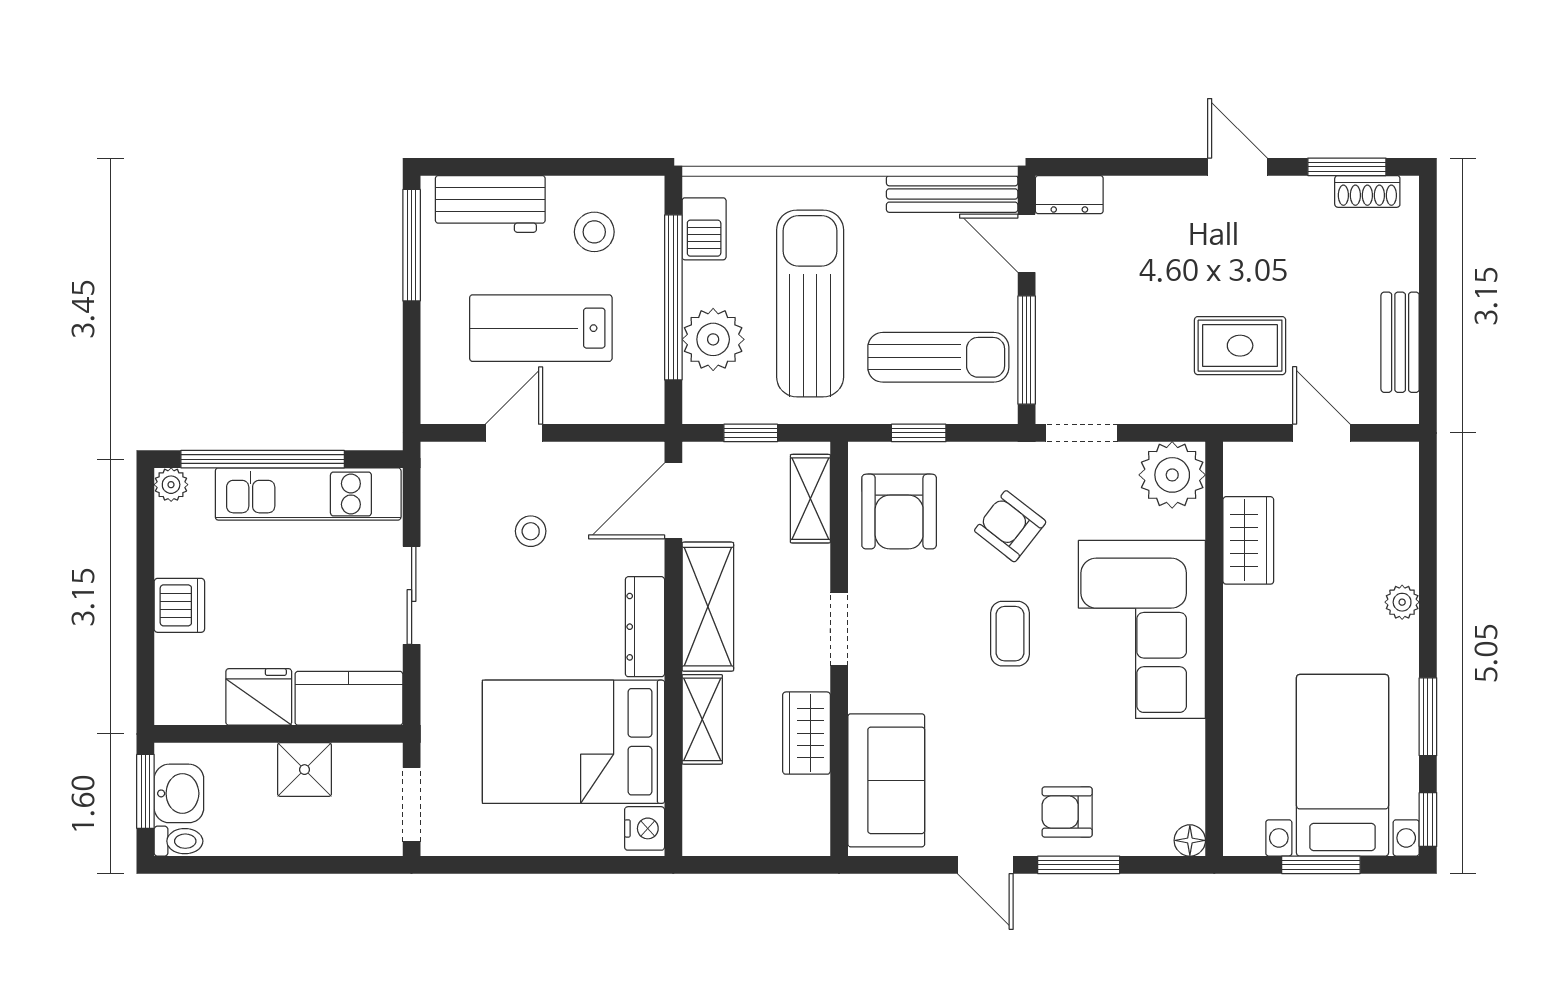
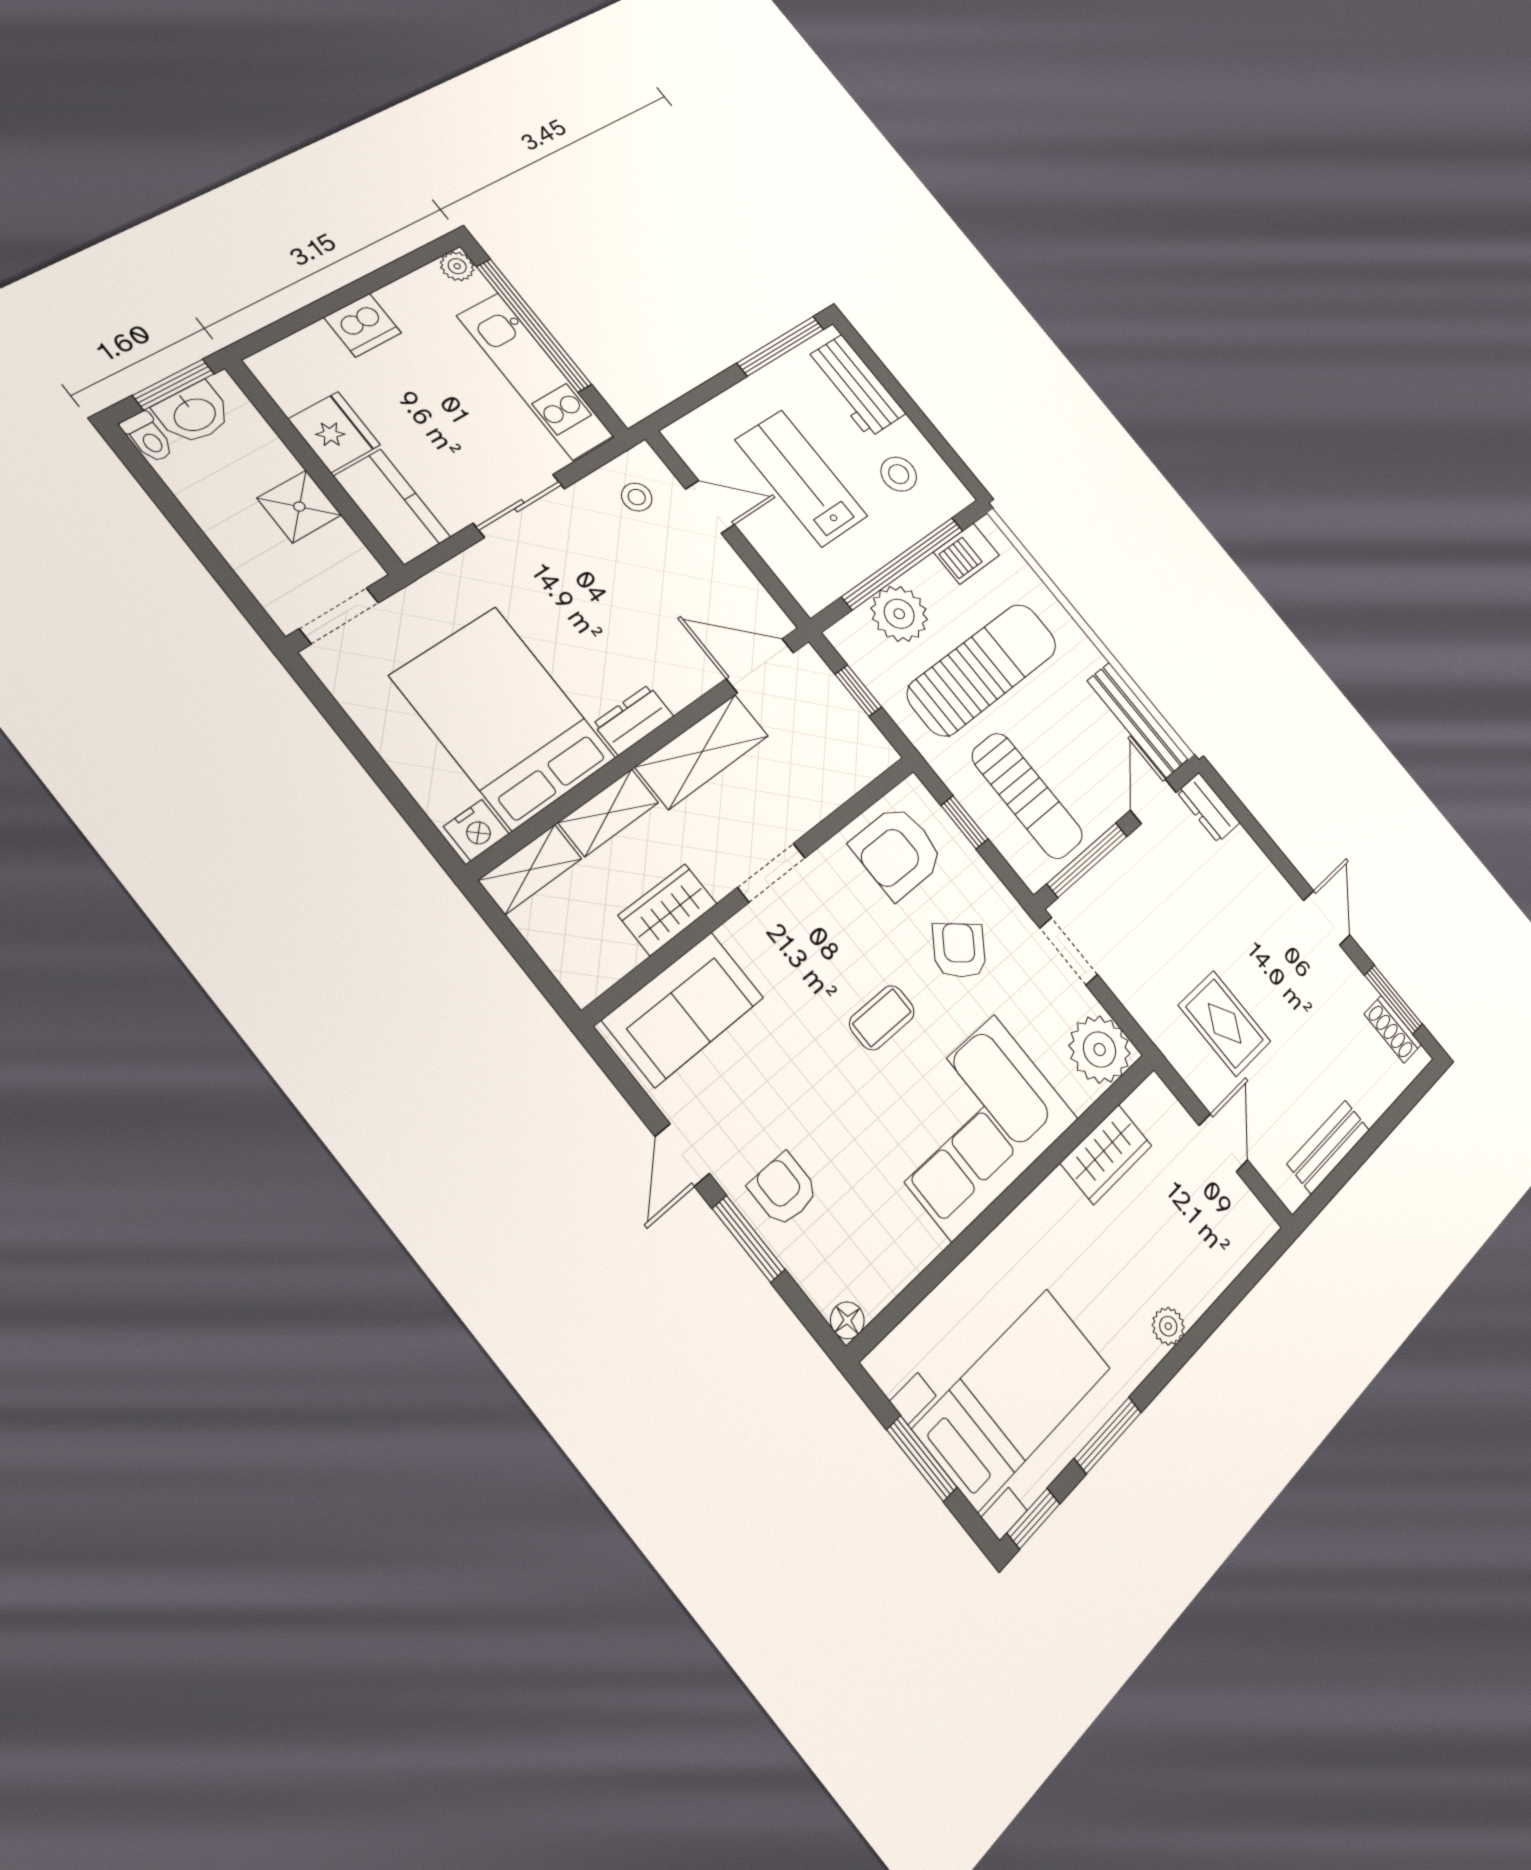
shelving: (810, 499) -> (530, 869), moved
stool: (531, 531) -> (637, 497), moved
dresser: (645, 627) -> (633, 720), width x0.70

